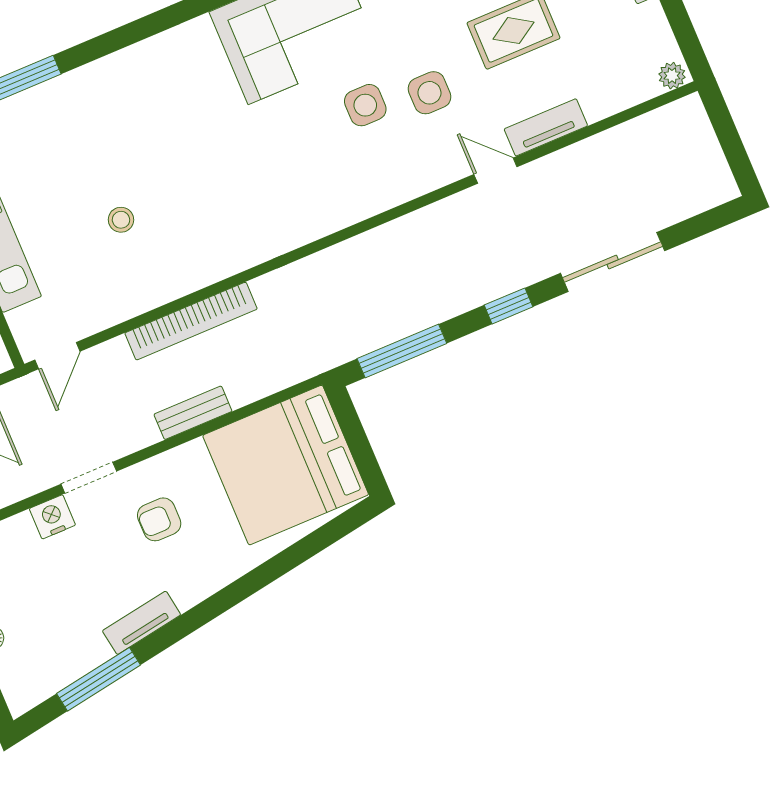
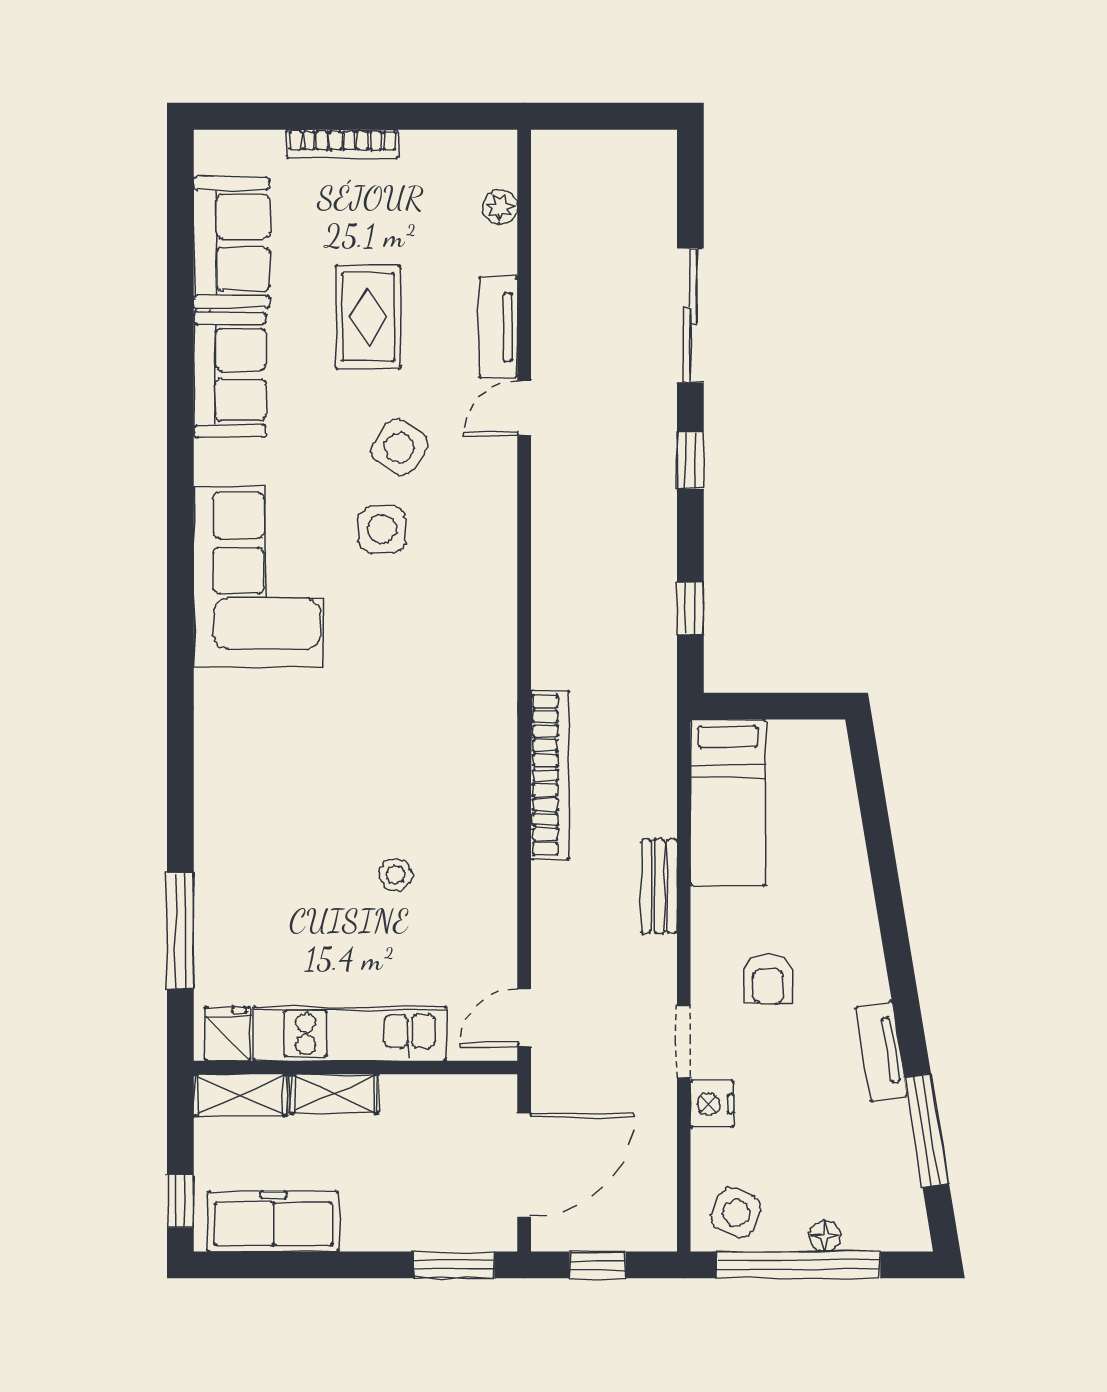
plant: (672, 76) -> (500, 207), moved
side table: (429, 93) -> (399, 447), turned 35
bookcase: (191, 321) -> (550, 775), moved
window: (402, 351) -> (690, 609), width x0.46
door: (57, 356) -> (524, 1018), swing flipped
bed: (286, 465) -> (728, 803), width x0.49

